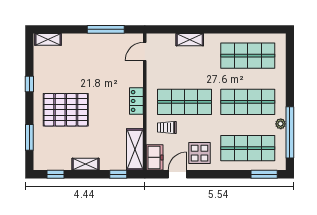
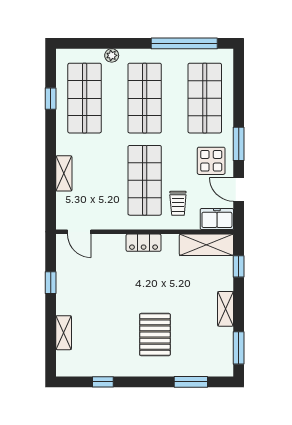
window: (106, 29) -> (51, 283), width x0.46
window: (247, 29) -> (51, 99), added
shelving: (48, 39) -> (64, 333), moved
window: (29, 84) -> (103, 382), moved
pallet: (66, 110) -> (155, 335), width x0.73, depth x0.71
plant: (281, 124) -> (112, 55), moved
window: (56, 174) -> (239, 348), width x1.50
window: (264, 174) -> (239, 144), moved

